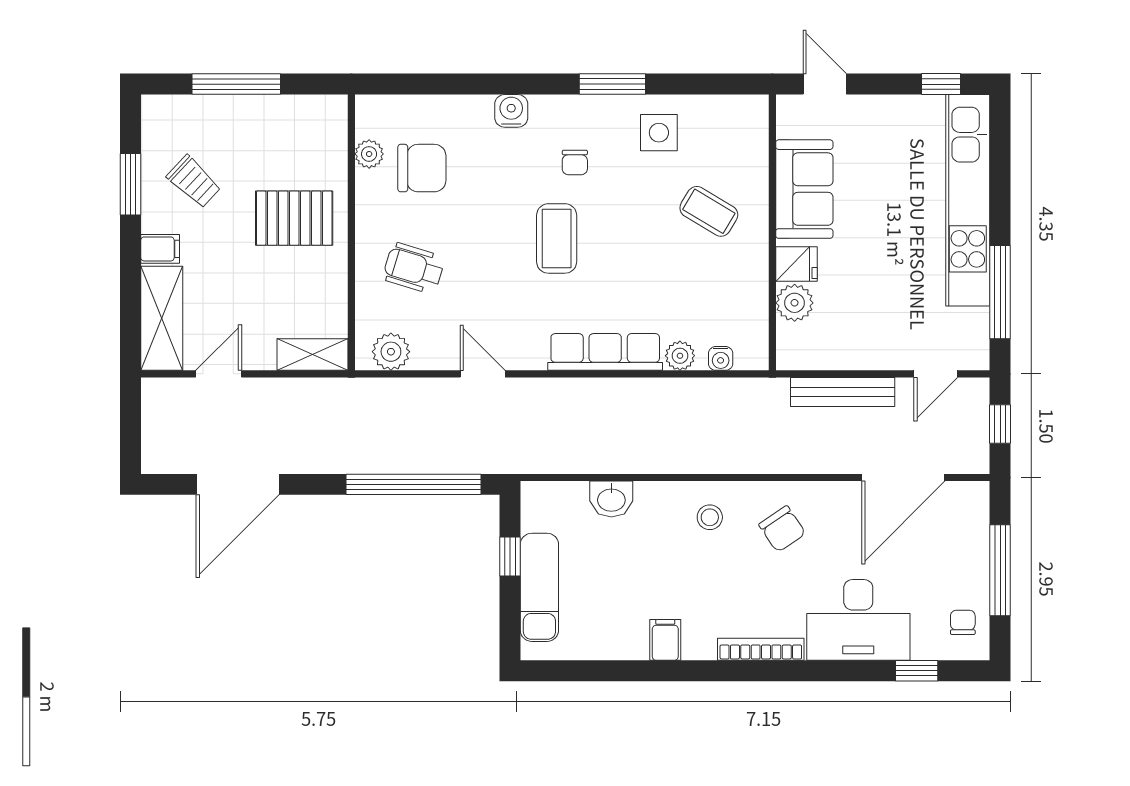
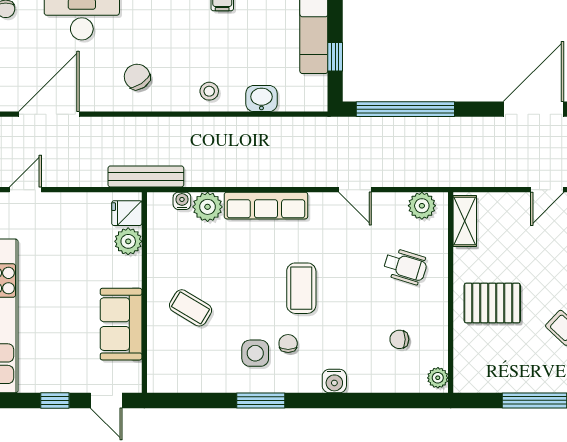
window: (941, 84) -> (55, 400), moved
side table: (659, 133) -> (255, 353), moved
plant: (369, 154) -> (438, 378), moved
chair: (422, 168) -> (399, 339), width x0.54, depth x0.54
fridge: (796, 264) -> (127, 213), moved
shelving: (313, 355) -> (465, 221), moved, turned 90
plant: (680, 356) -> (208, 207), width x1.38, depth x1.38
bench: (843, 392) -> (146, 176), moved
stool: (710, 517) -> (209, 91), moved

